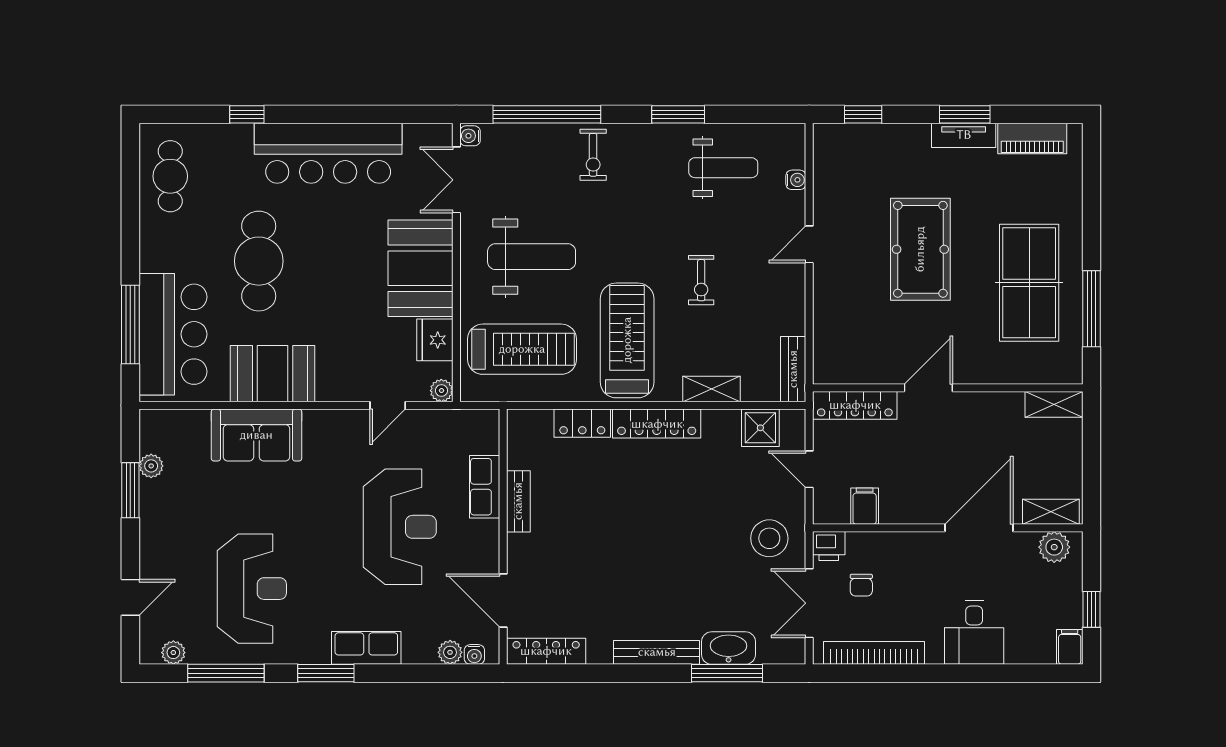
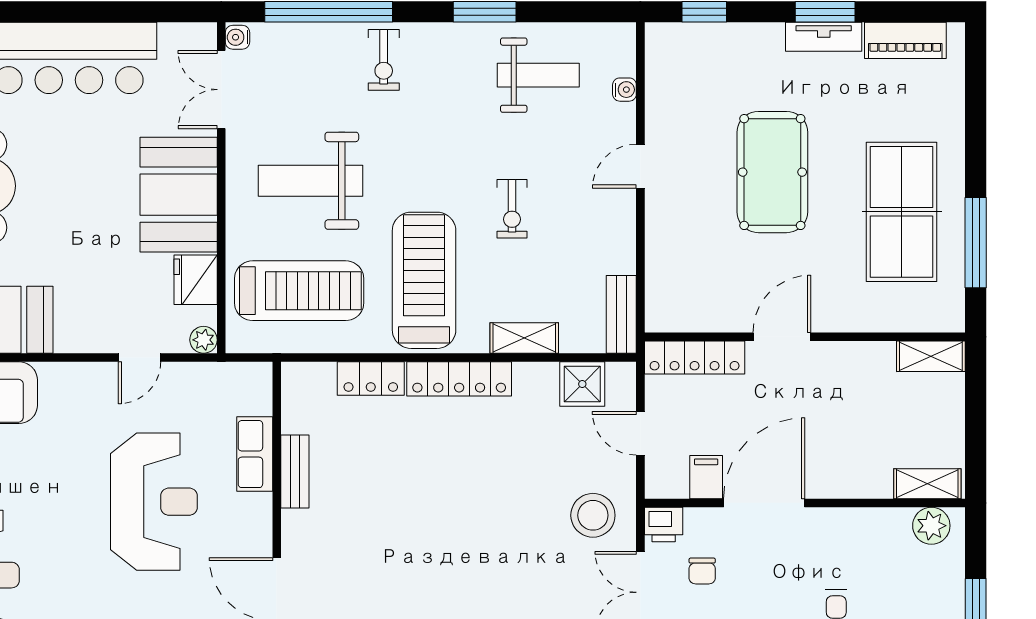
weight bench: (532, 257) -> (311, 181), turned 180
door: (979, 528) -> (764, 503), moved

